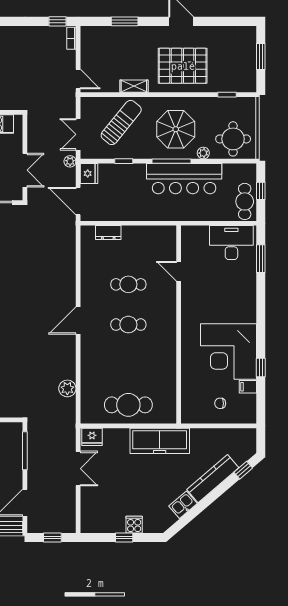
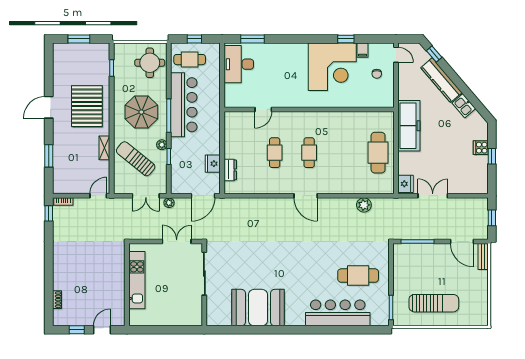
plant: (203, 153) -> (162, 145), moved
fridge: (89, 173) -> (213, 164), moved, turned -90
cafe table: (245, 201) -> (190, 60), moved
door: (242, 426) -> (396, 55), added

